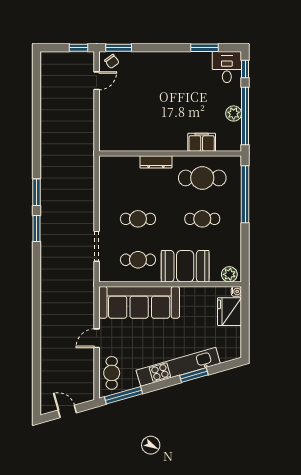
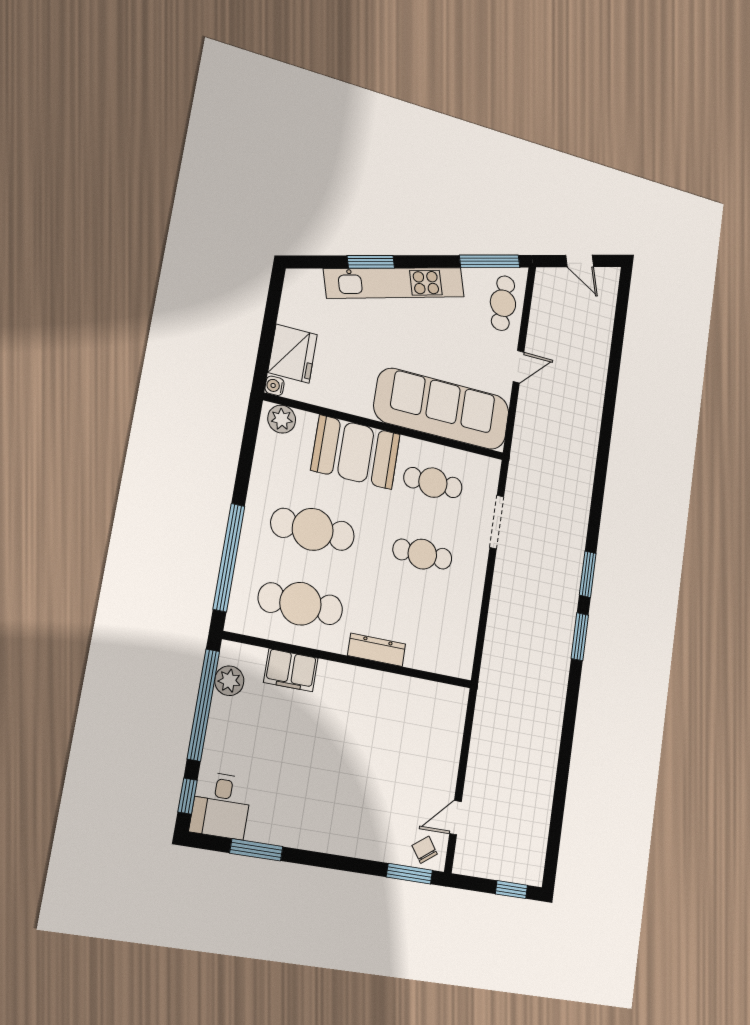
window: (79, 48) -> (511, 890), moved
plant: (234, 113) -> (229, 681), moved
cafe table: (202, 219) -> (313, 529), width x1.37, depth x1.35

